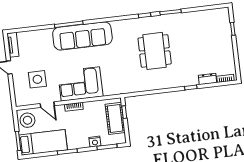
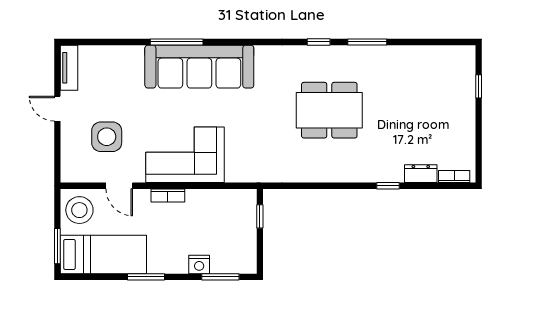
dining table: (155, 51) -> (329, 110), turned 90
cot: (115, 118) -> (242, 226), removed

